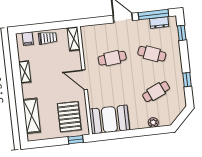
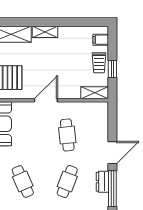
dresser: (159, 23) -> (102, 182), moved
window: (52, 26) -> (112, 69), added
shelving: (25, 72) -> (45, 32), moved

